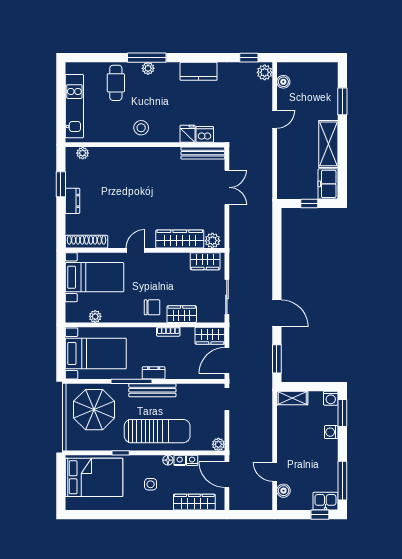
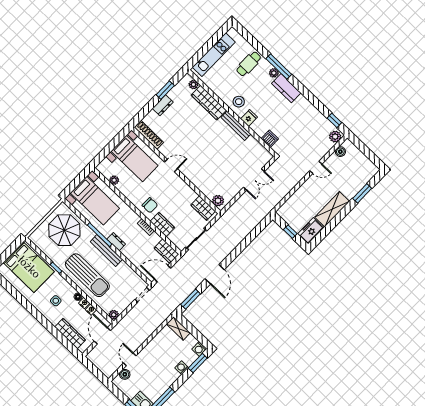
kitchen counter: (199, 71) -> (286, 88), moved
fridge: (188, 134) -> (249, 118), moved
bench: (203, 153) -> (236, 126), moved
wardrobe: (180, 239) -> (209, 103), moved, turned 180

